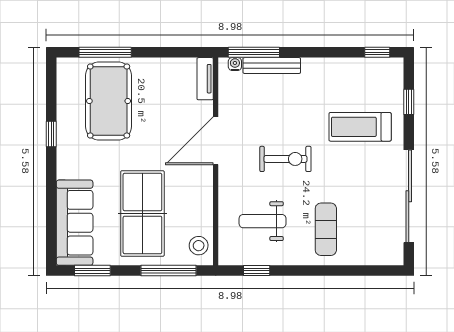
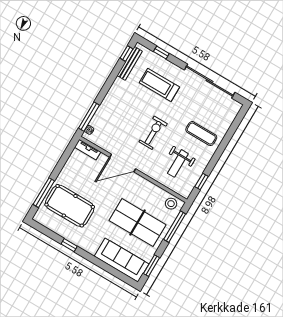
bench: (272, 66) -> (130, 63), moved
treadmill: (360, 127) -> (159, 85), turned 90
door: (216, 141) -> (123, 163), hinge flipped

